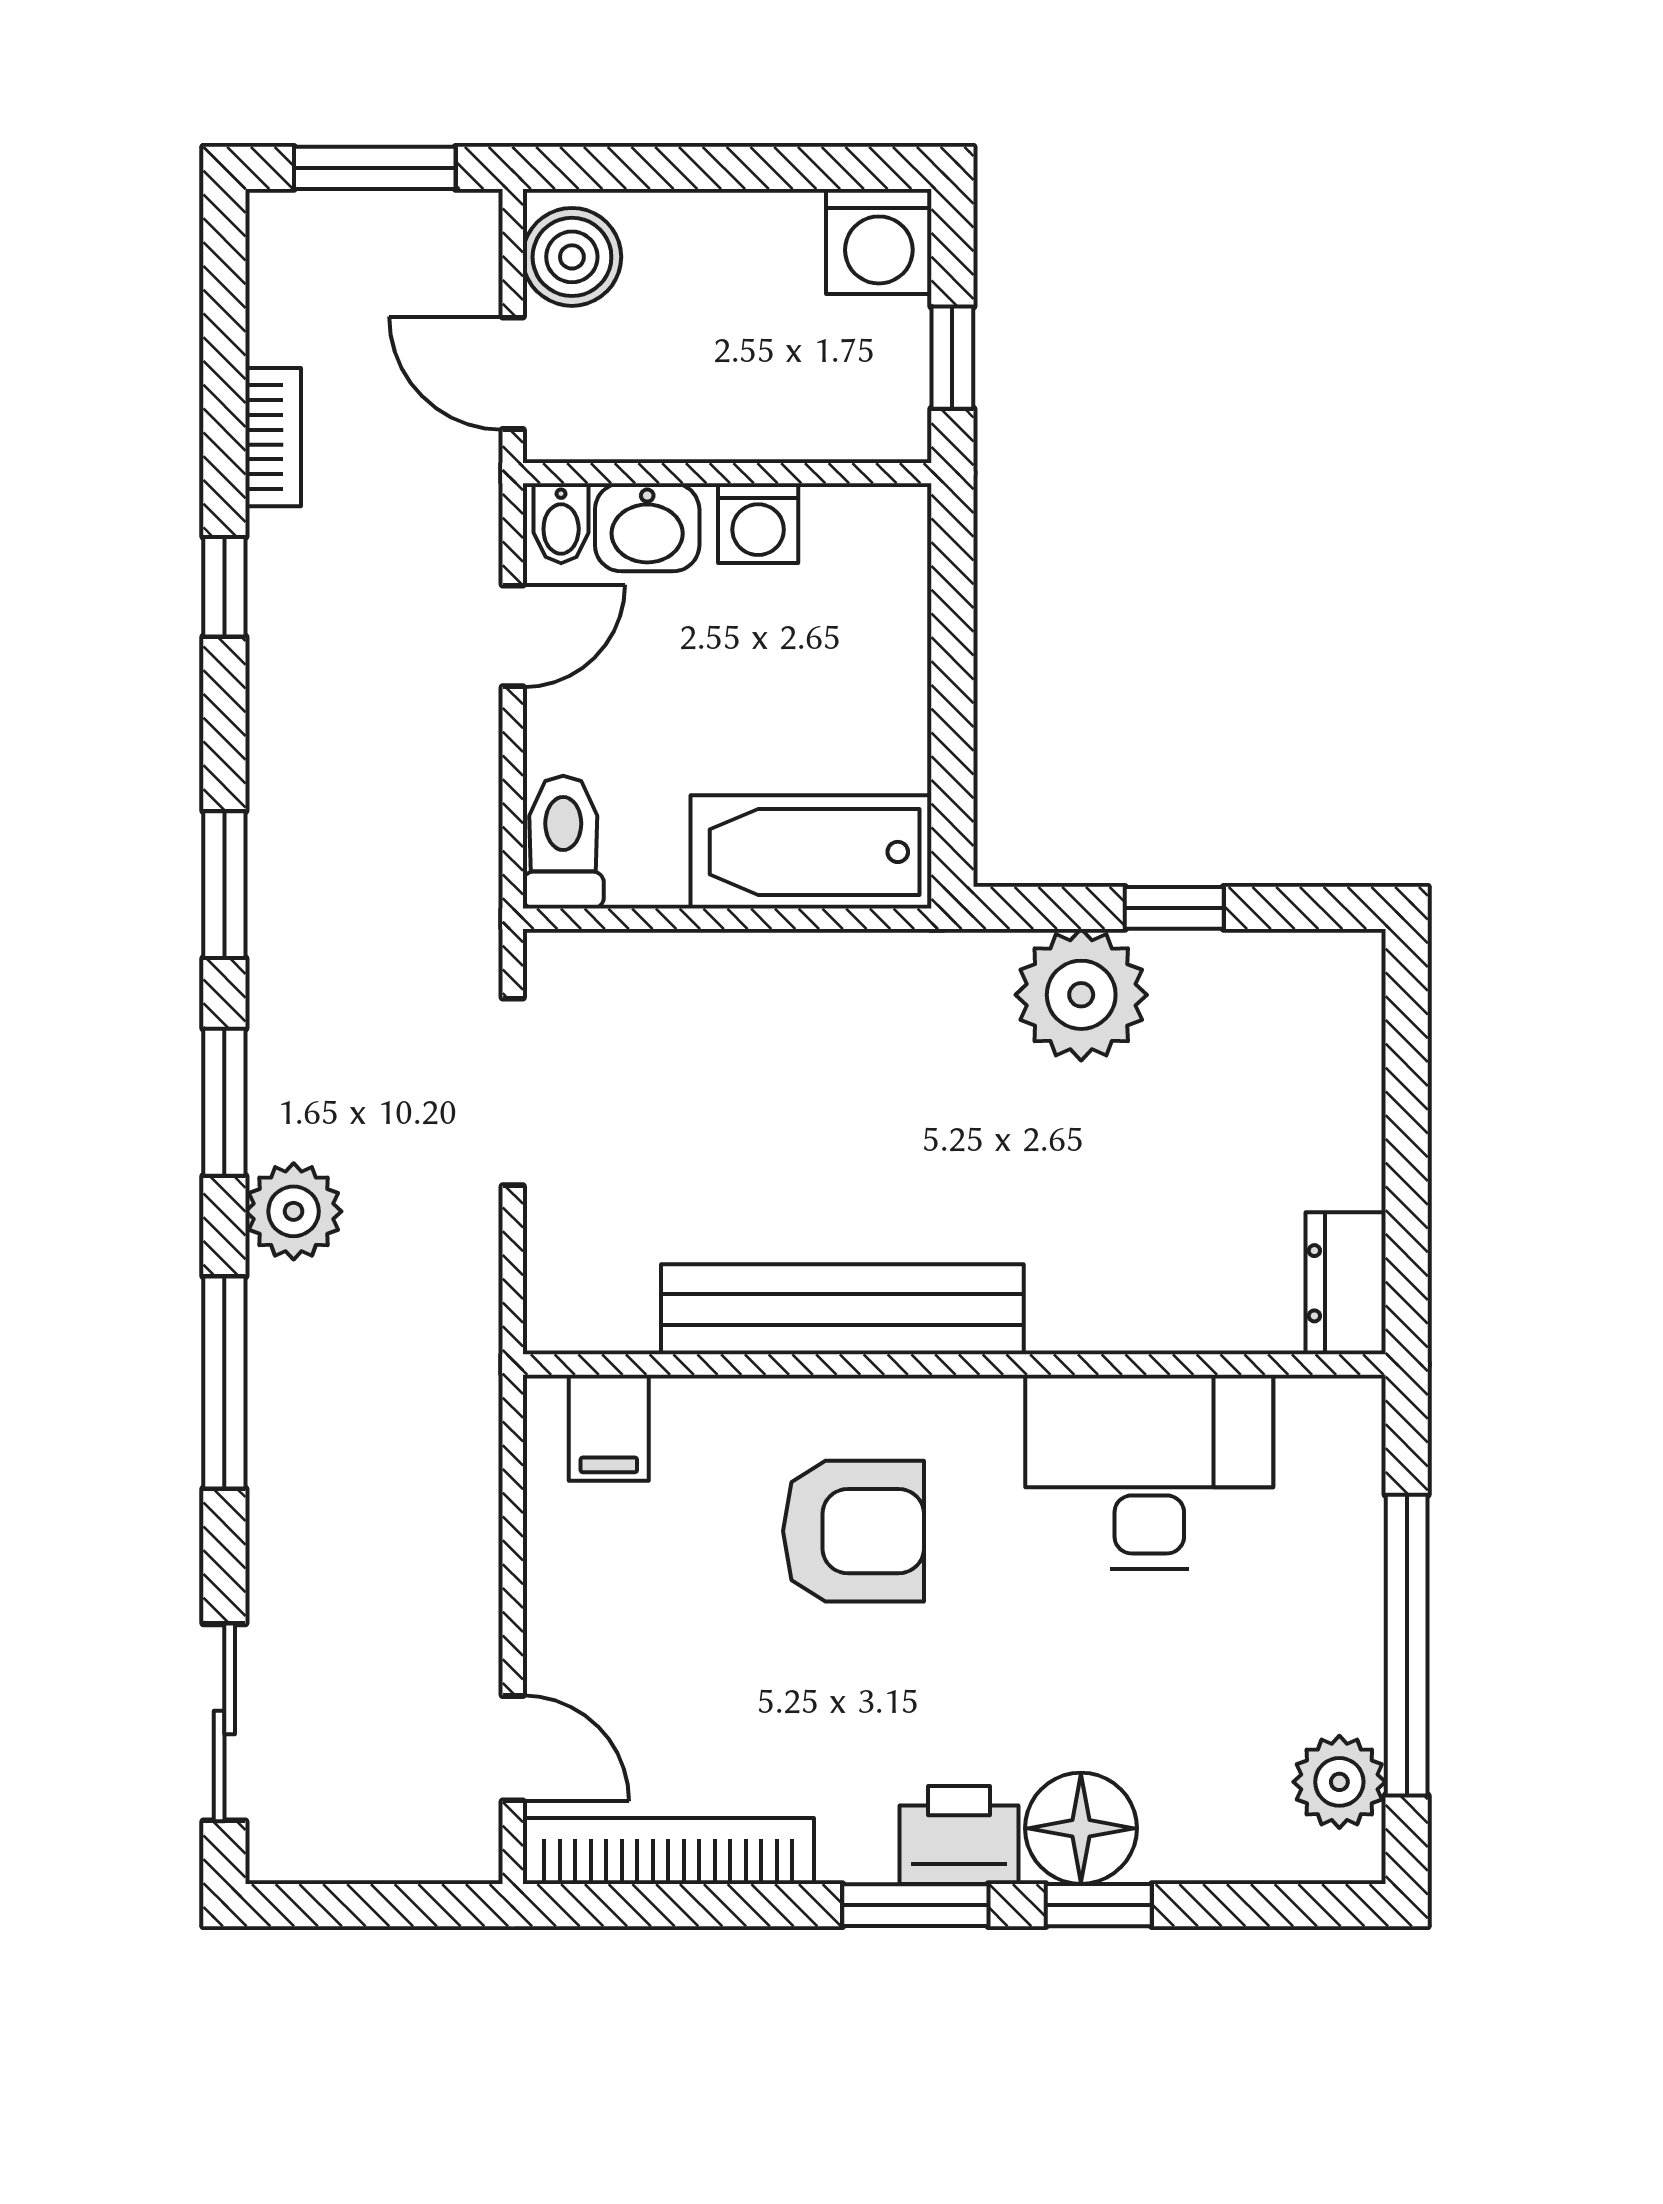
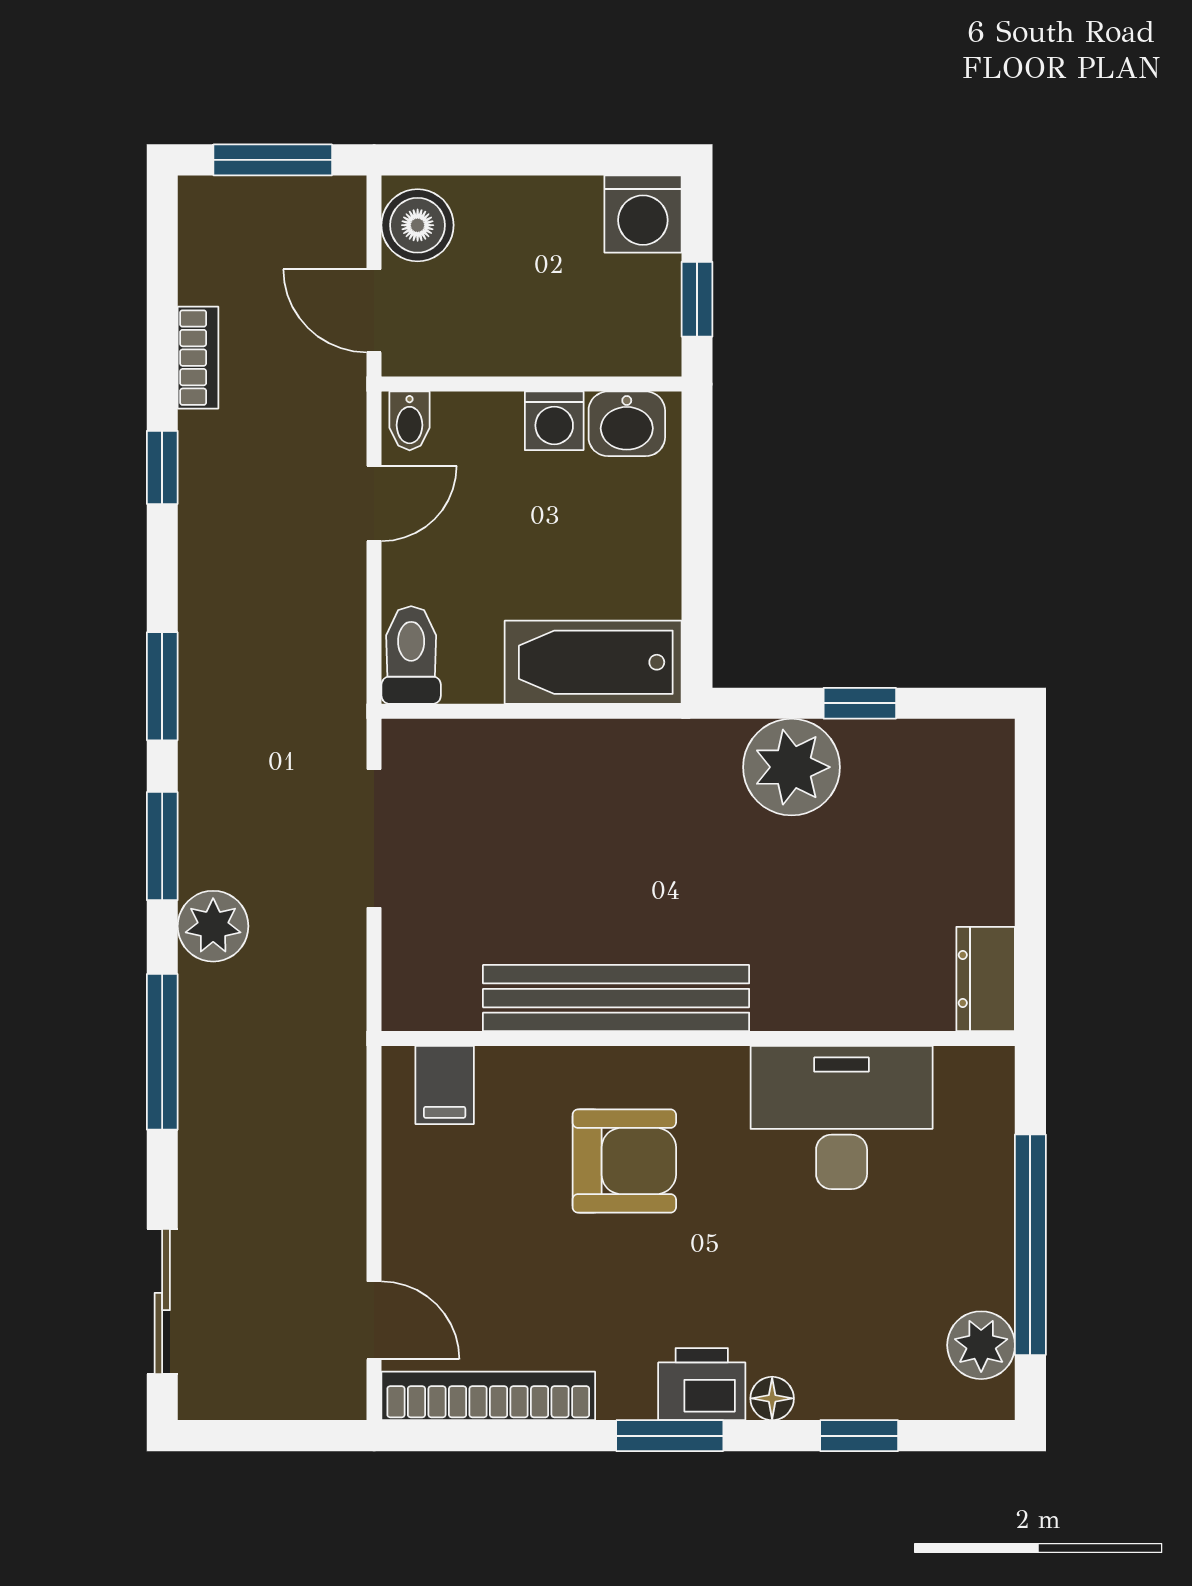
washbasin: (647, 527) -> (627, 424), moved
floor lamp: (1081, 1828) -> (772, 1398), width x0.53, depth x0.53
window: (1099, 1905) -> (859, 1436), moved

